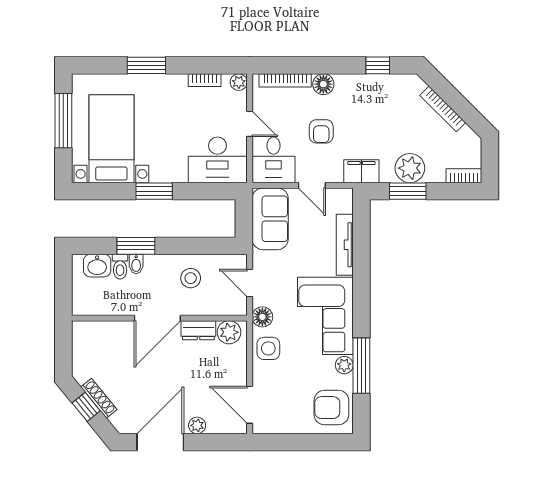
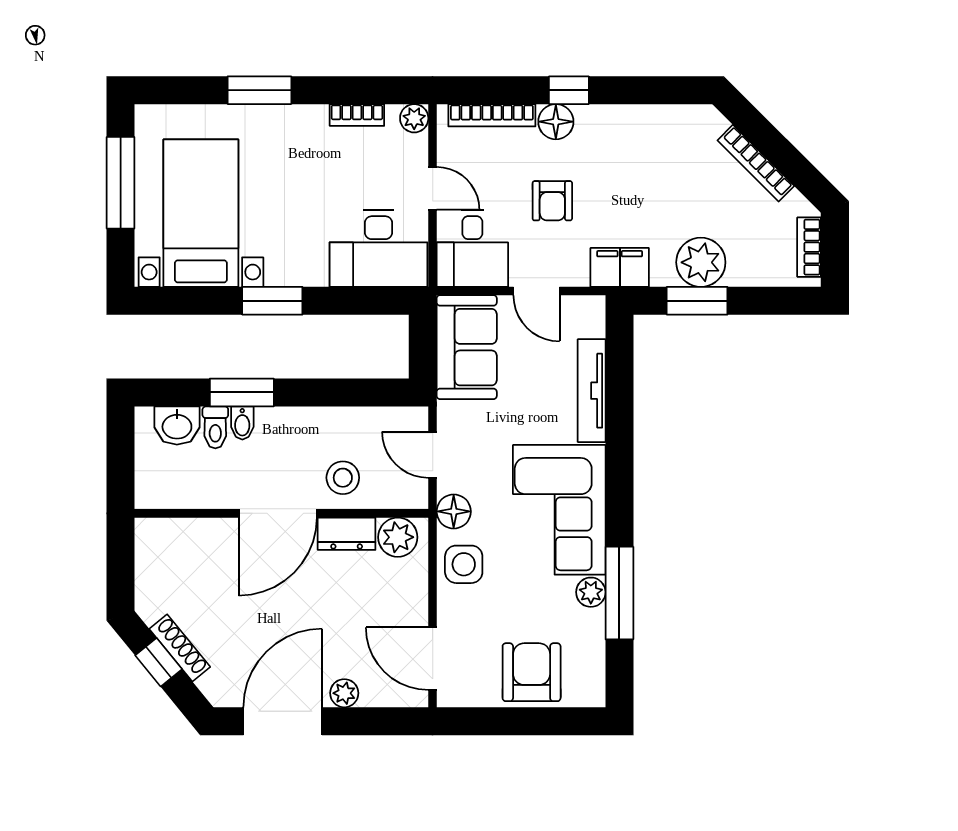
window: (378, 65) -> (569, 90), moved
bookcase: (464, 176) -> (809, 247), moved, turned -90
stool: (191, 278) -> (343, 478), moved
armchair: (331, 408) -> (532, 672), moved, turned 90

